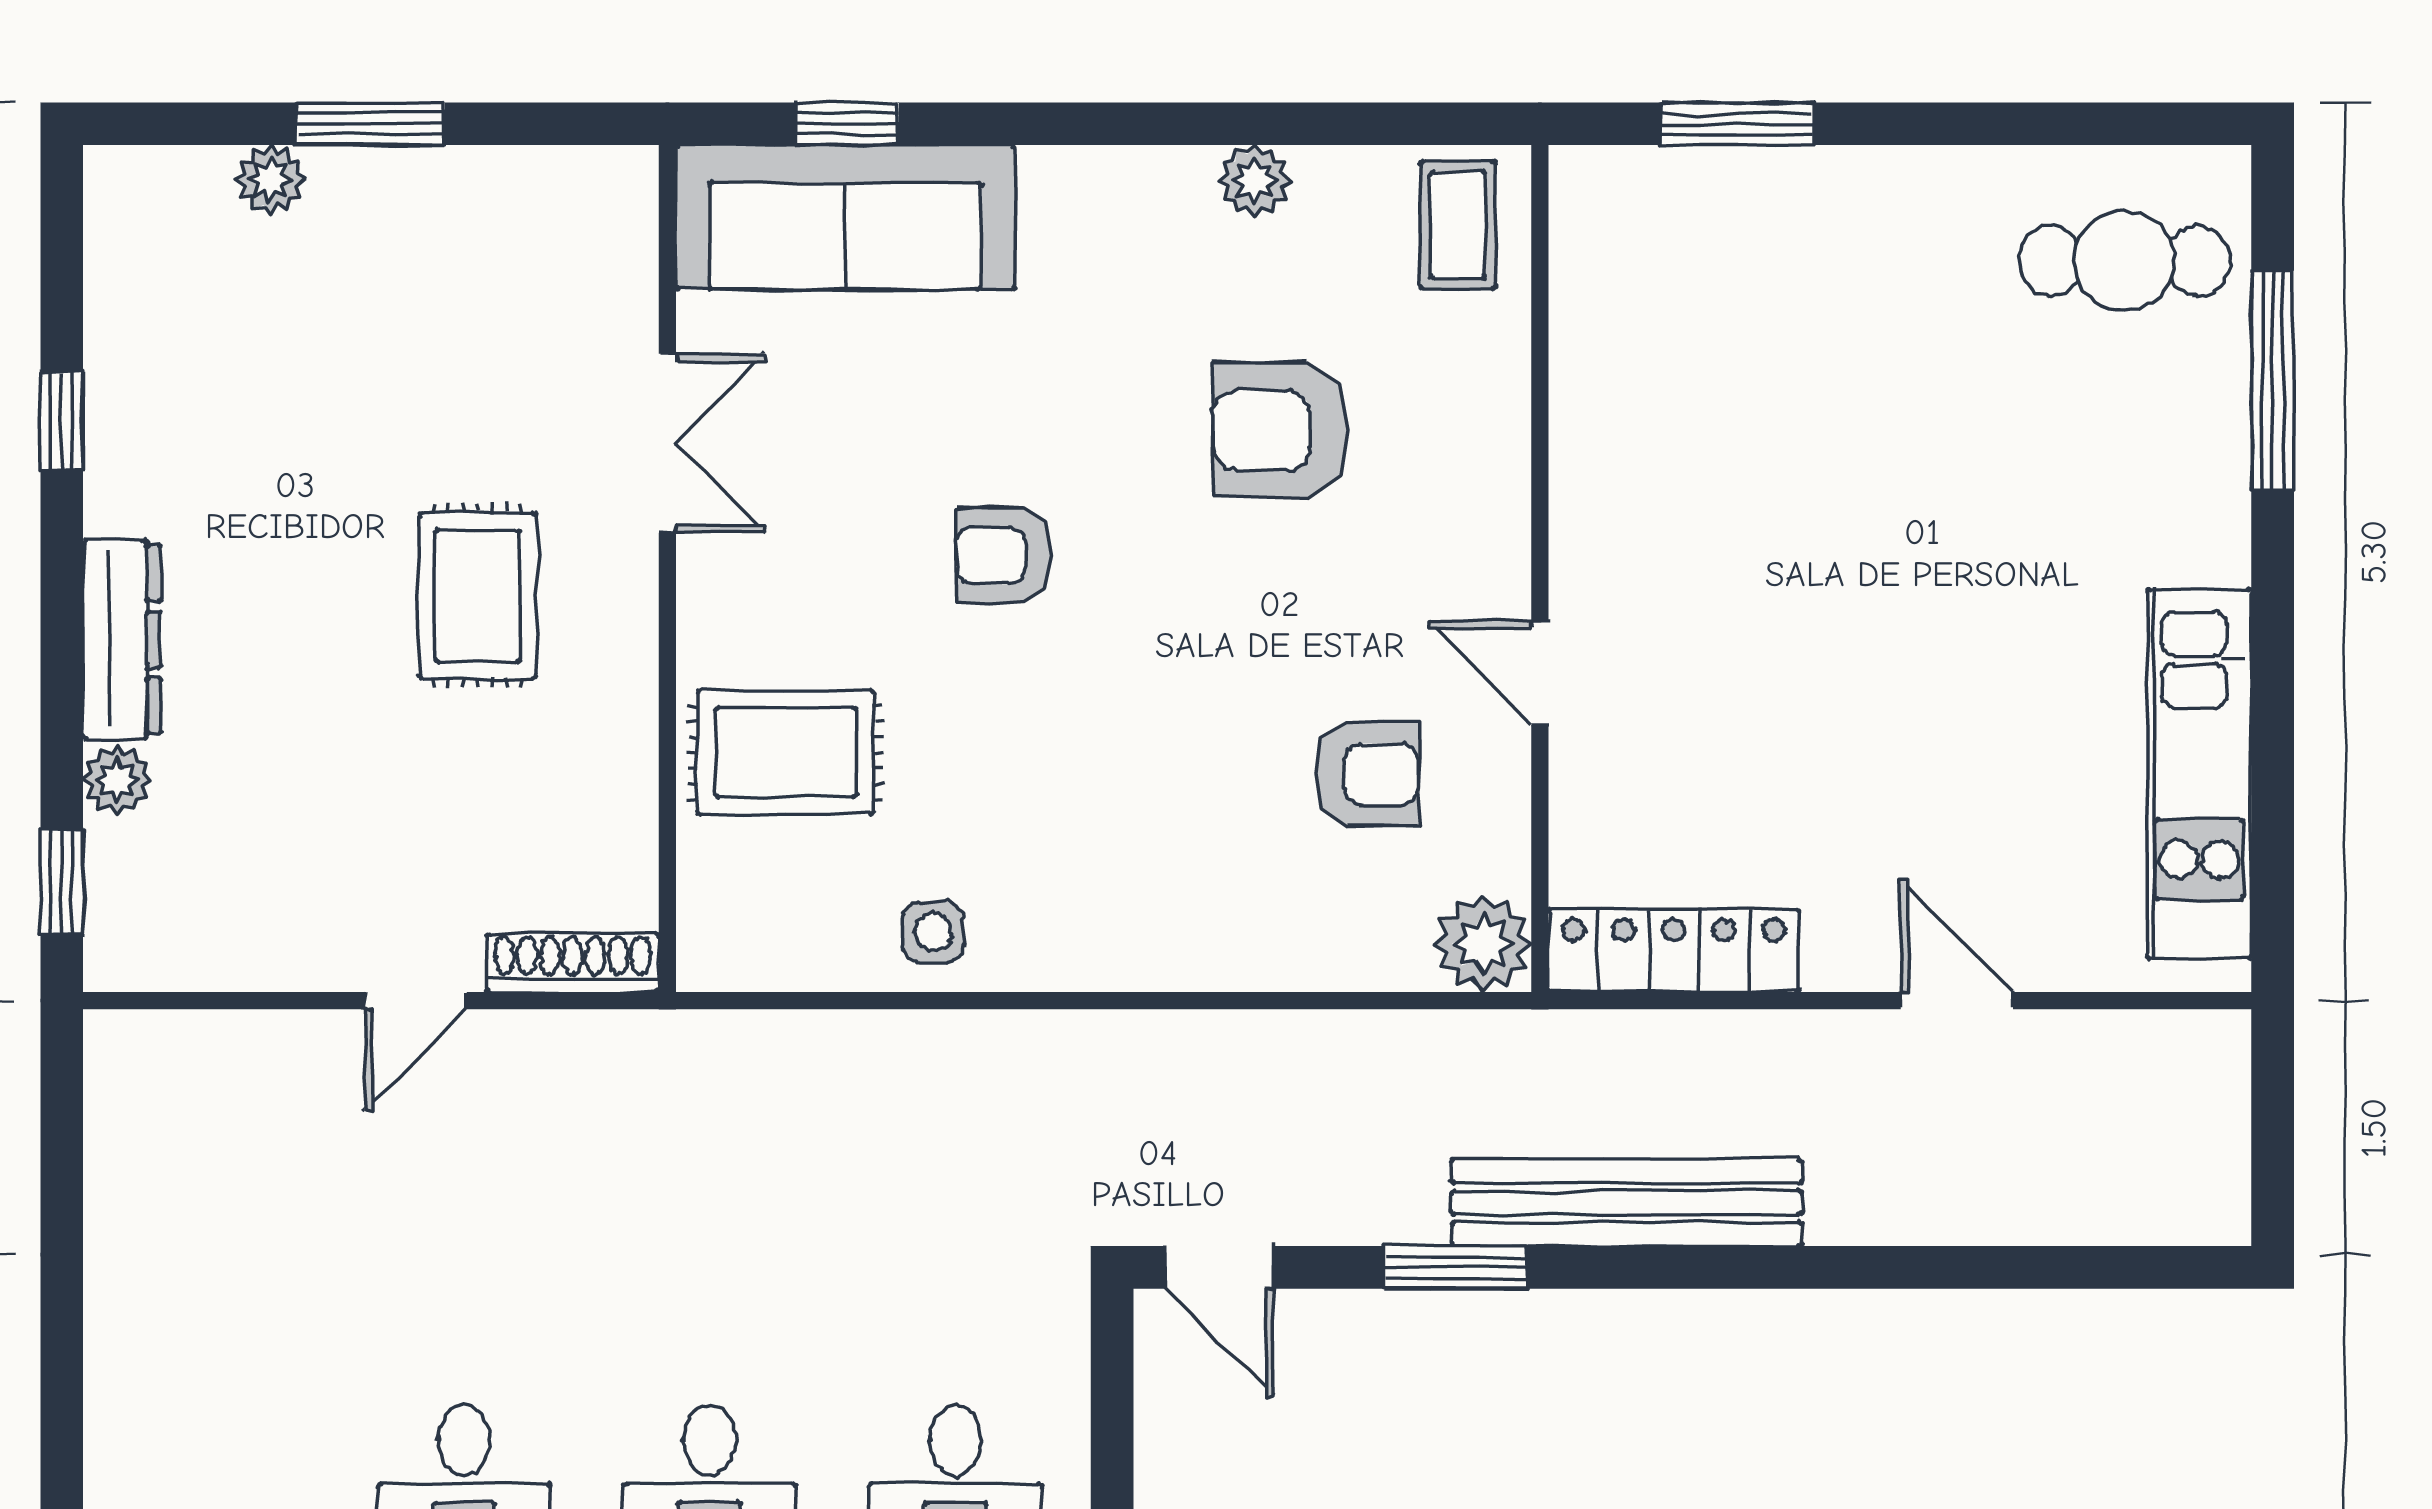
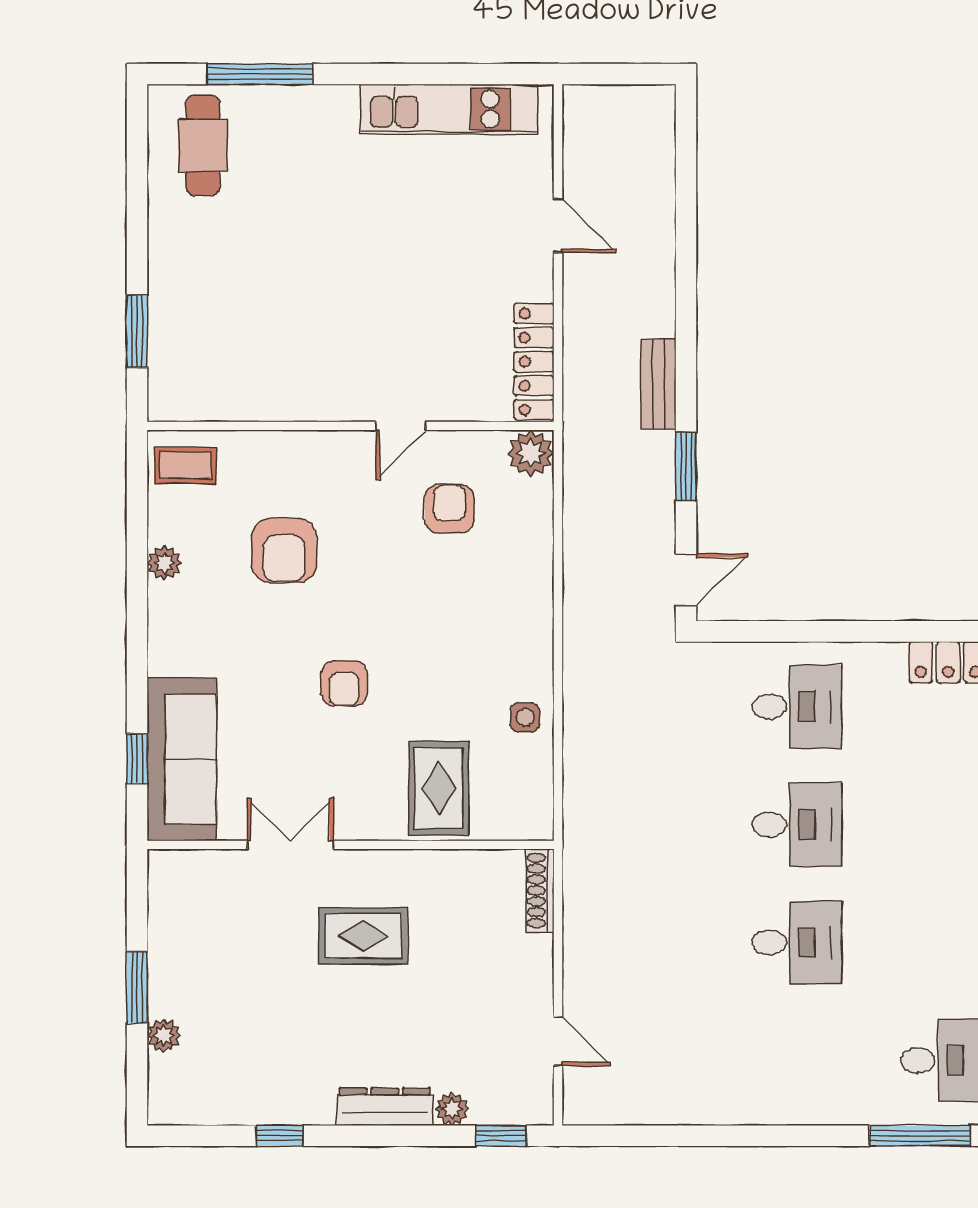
door: (416, 1001) -> (558, 1041), moved
door: (1957, 1001) -> (558, 226), swing flipped
bench: (1627, 1203) -> (659, 384), width x0.54, depth x0.82

